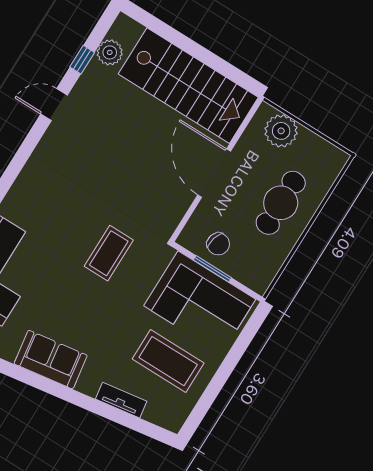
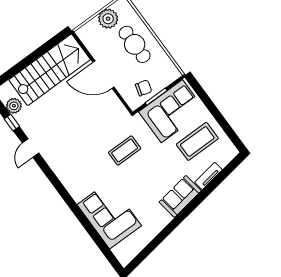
plant: (281, 131) -> (108, 19), moved
coffee table: (109, 253) -> (125, 150), turned 90
sofa: (51, 360) -> (180, 196), moved

